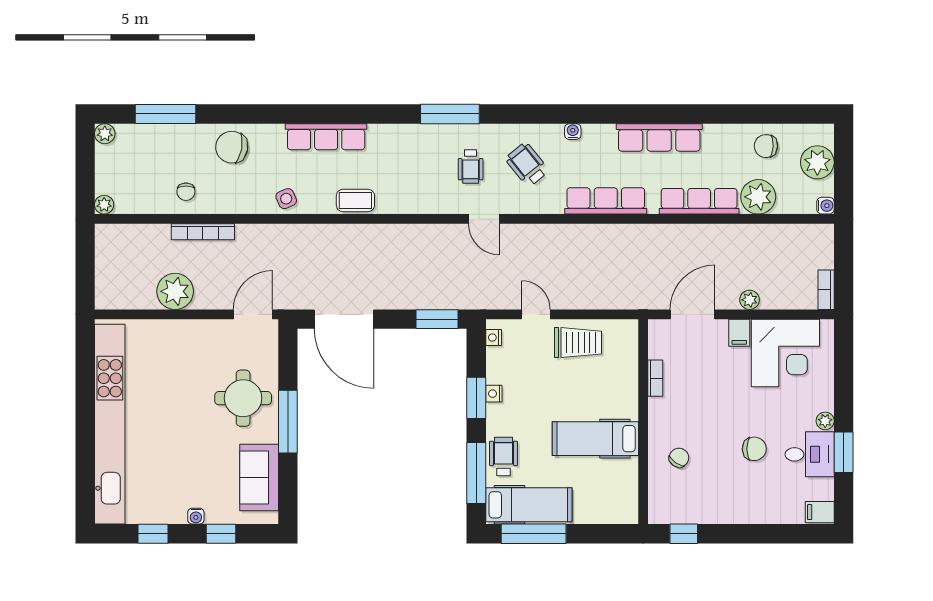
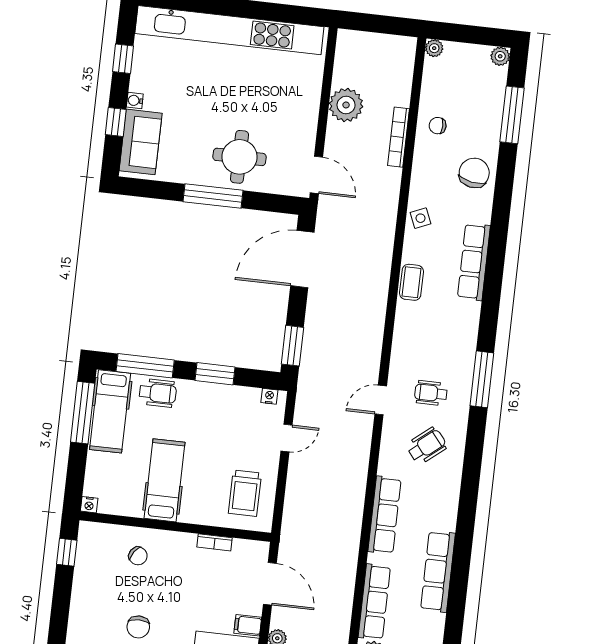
water cooler: (573, 132) -> (453, 492), removed
trolley: (578, 343) -> (245, 493), moved
nightstand: (494, 394) -> (89, 505), moved, turned 180
sofa: (259, 477) -> (141, 142), moved, turned 90

